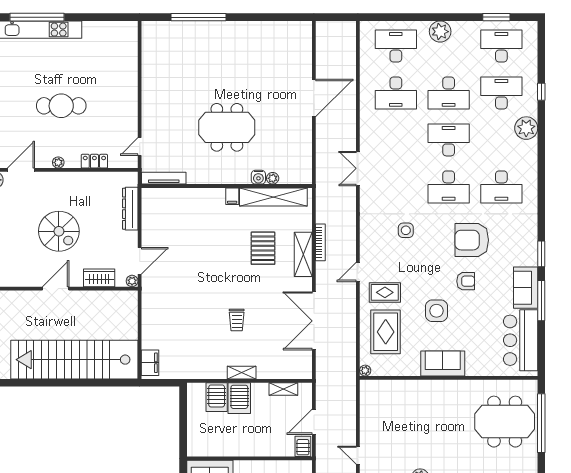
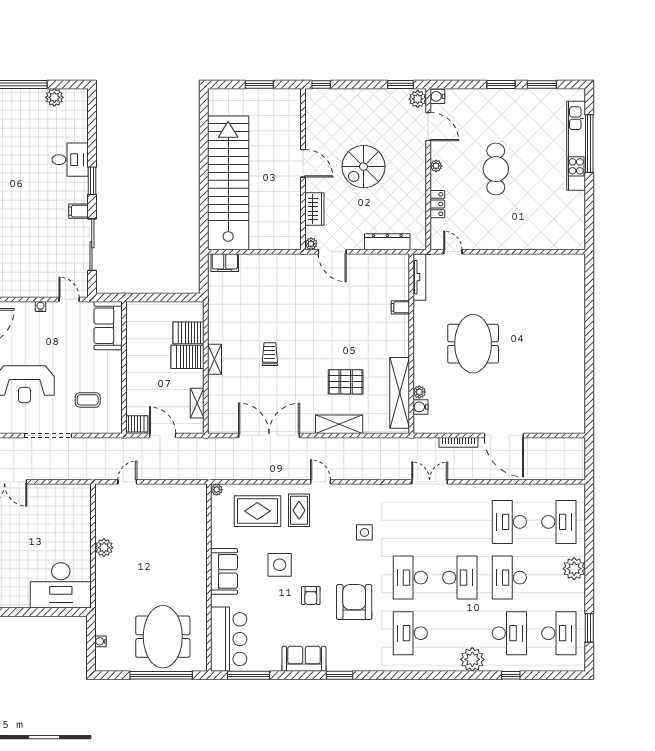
window: (199, 17) -> (589, 314), removed
water cooler: (258, 177) -> (420, 407), moved
filing cabinet: (232, 196) -> (400, 307), moved
bookcase: (320, 242) -> (459, 442), moved
window: (541, 301) -> (249, 675), moved
trolley: (237, 320) -> (270, 354), turned 90
bar counter: (521, 340) -> (229, 639), moved, turned 90

